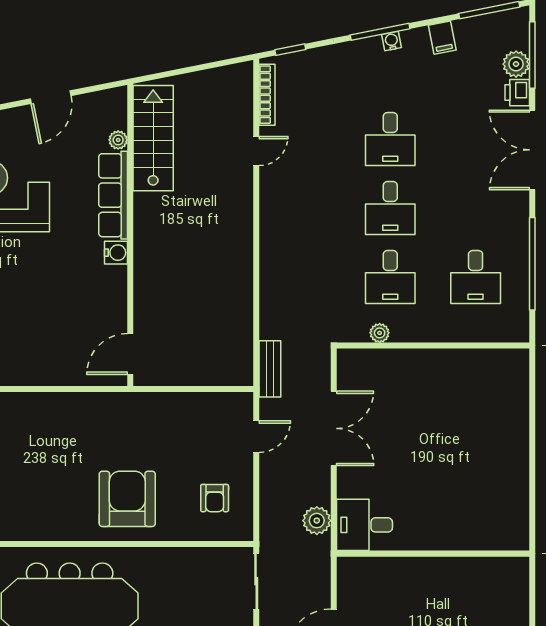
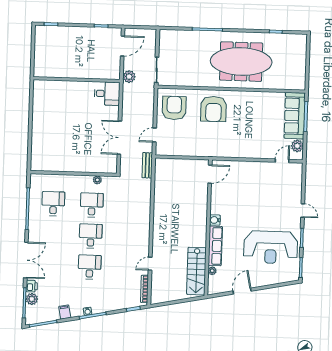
armchair: (215, 498) -> (174, 108), width x1.88, depth x1.88
plant: (317, 521) -> (129, 77), moved

